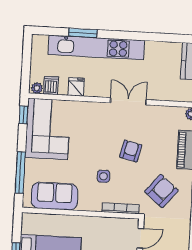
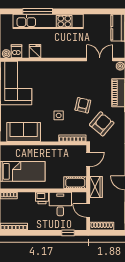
window: (83, 33) -> (38, 11), width x1.44
double door: (128, 101) -> (100, 59), moved
armchair: (131, 151) -> (83, 105), moved

